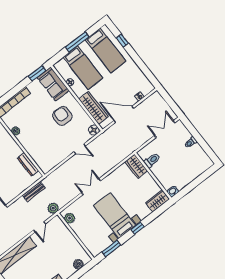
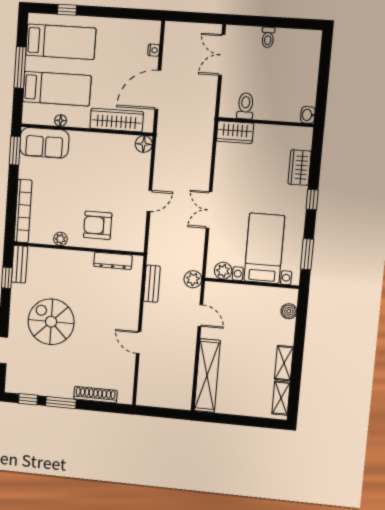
armchair: (62, 116) -> (98, 225), moved
door: (80, 149) -> (149, 201), moved
wardrobe: (157, 201) -> (300, 168), moved
bed with nightstands: (115, 215) -> (264, 248), moved, turned 90

